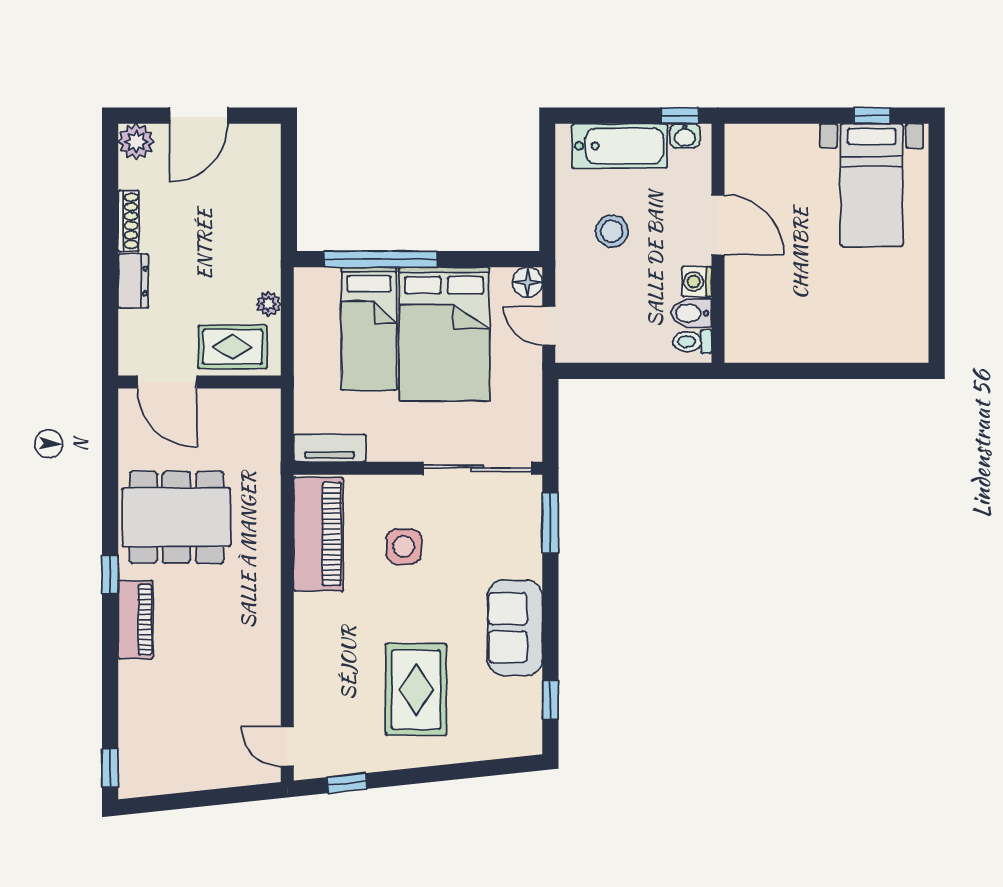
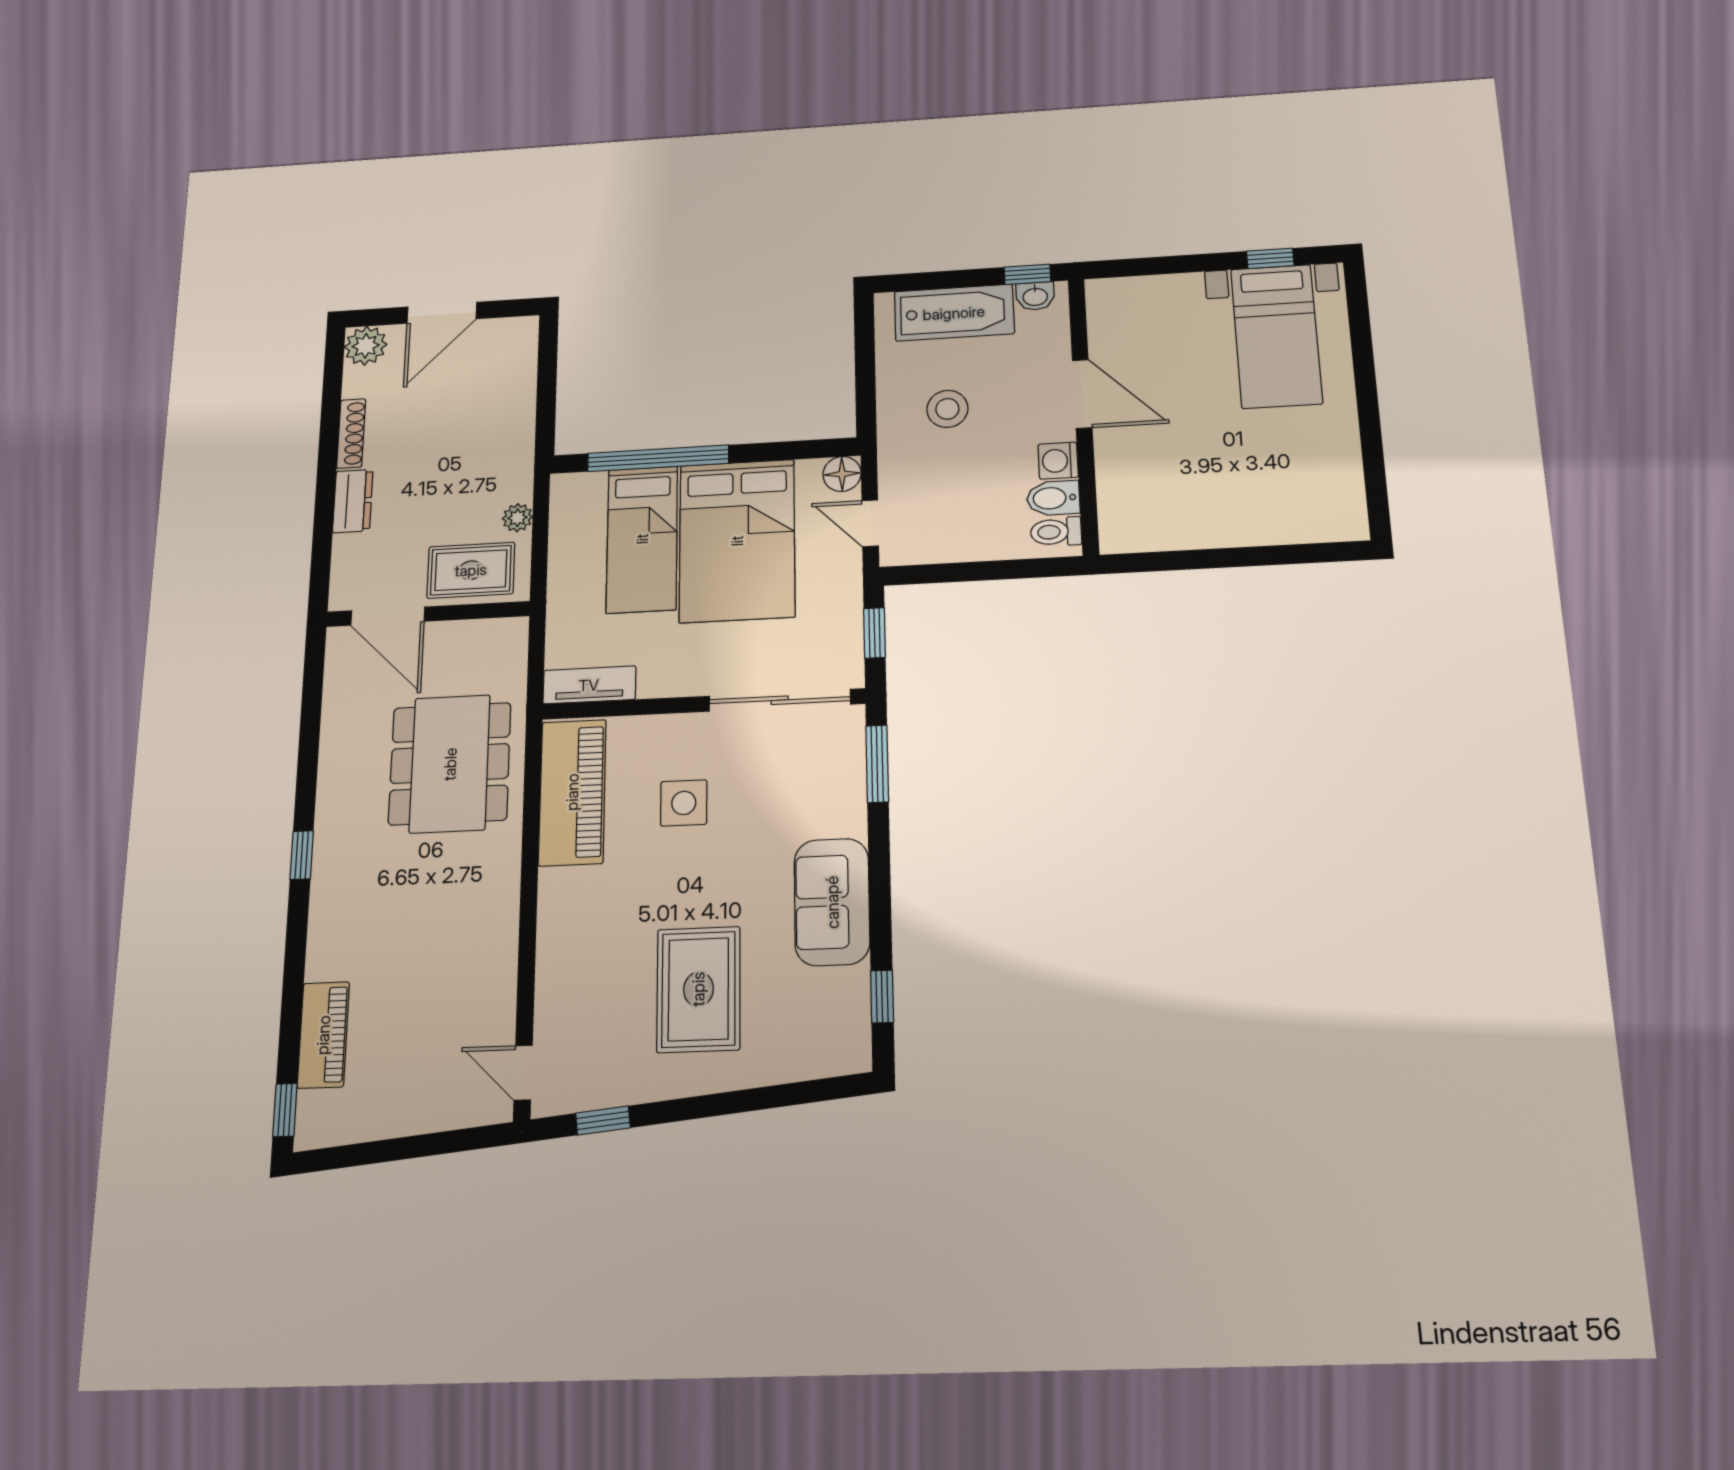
window: (550, 417) -> (874, 633), added
dining table: (176, 517) -> (450, 764), moved, turned 90
piano: (136, 620) -> (323, 1035), moved

